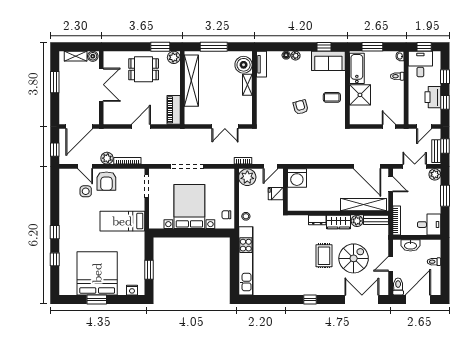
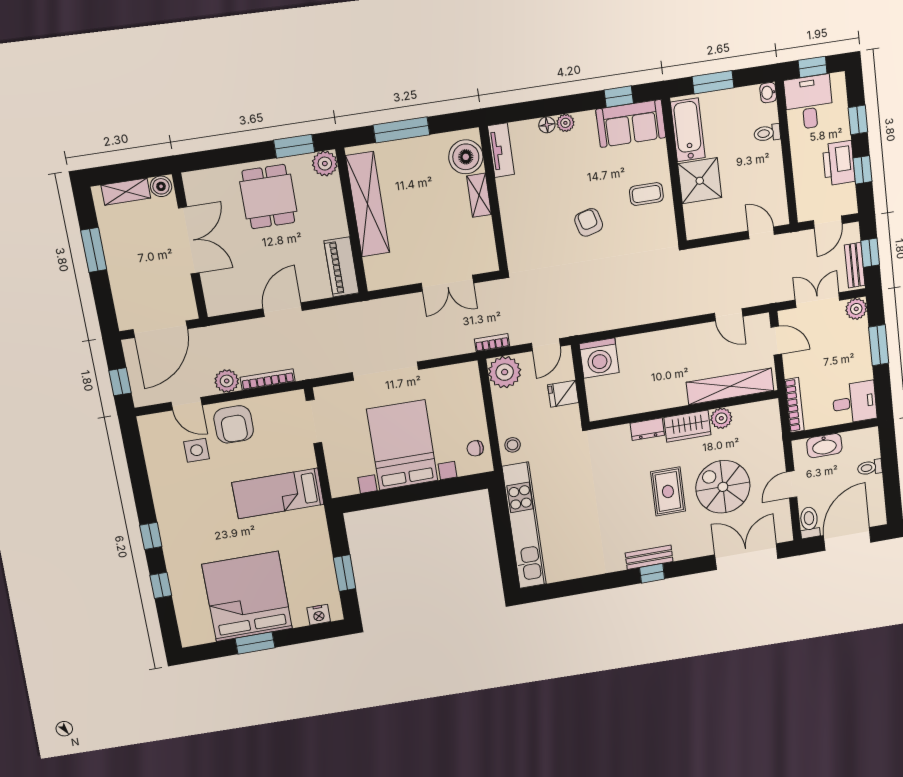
dining table: (144, 69) -> (268, 197), turned 90
door: (367, 166) -> (729, 315), width x0.53
bench: (376, 220) -> (649, 557), moved
spiral stairs: (354, 258) -> (723, 487), turned -90

